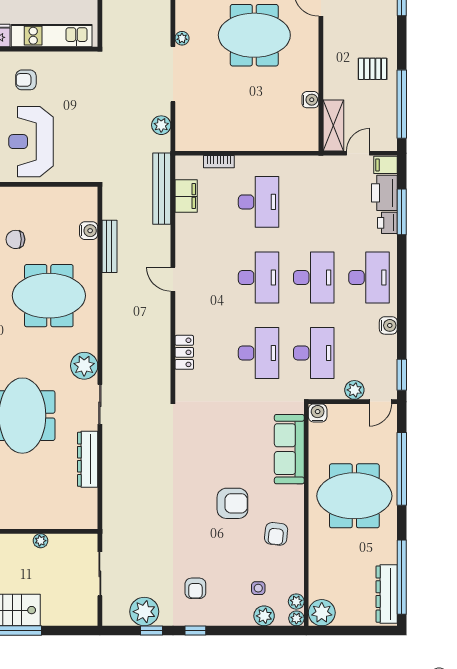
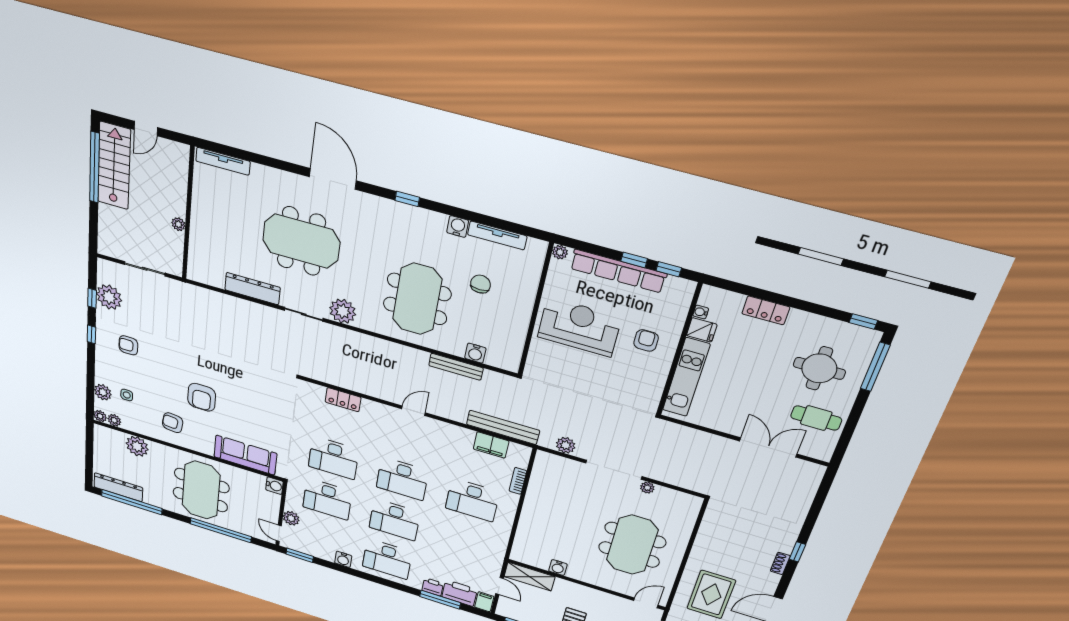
plant: (322, 613) -> (137, 446), moved

